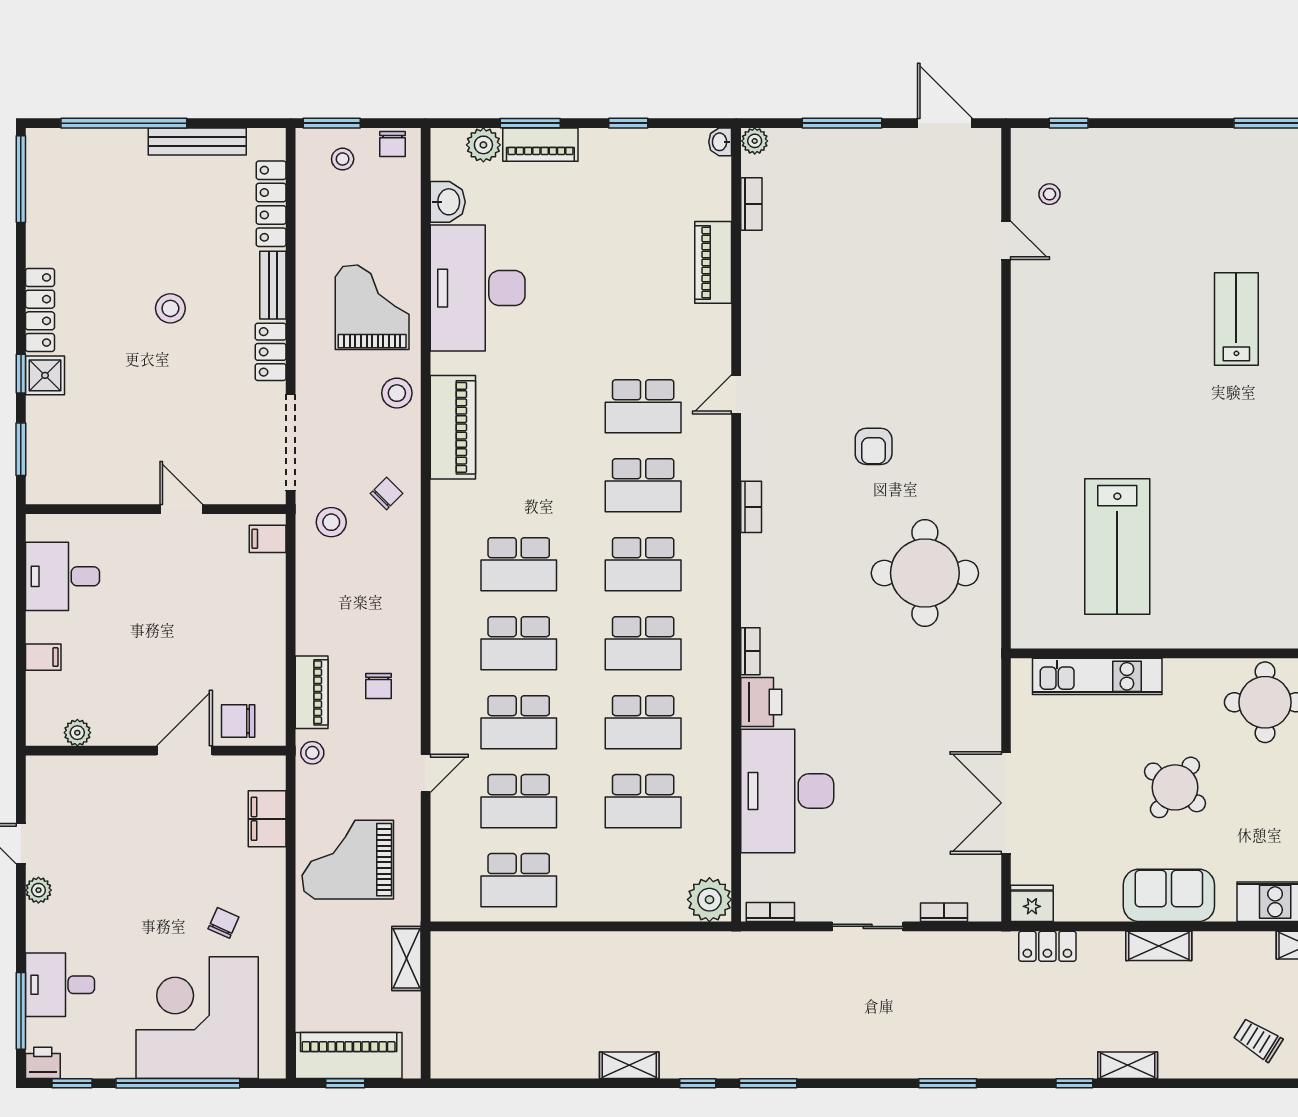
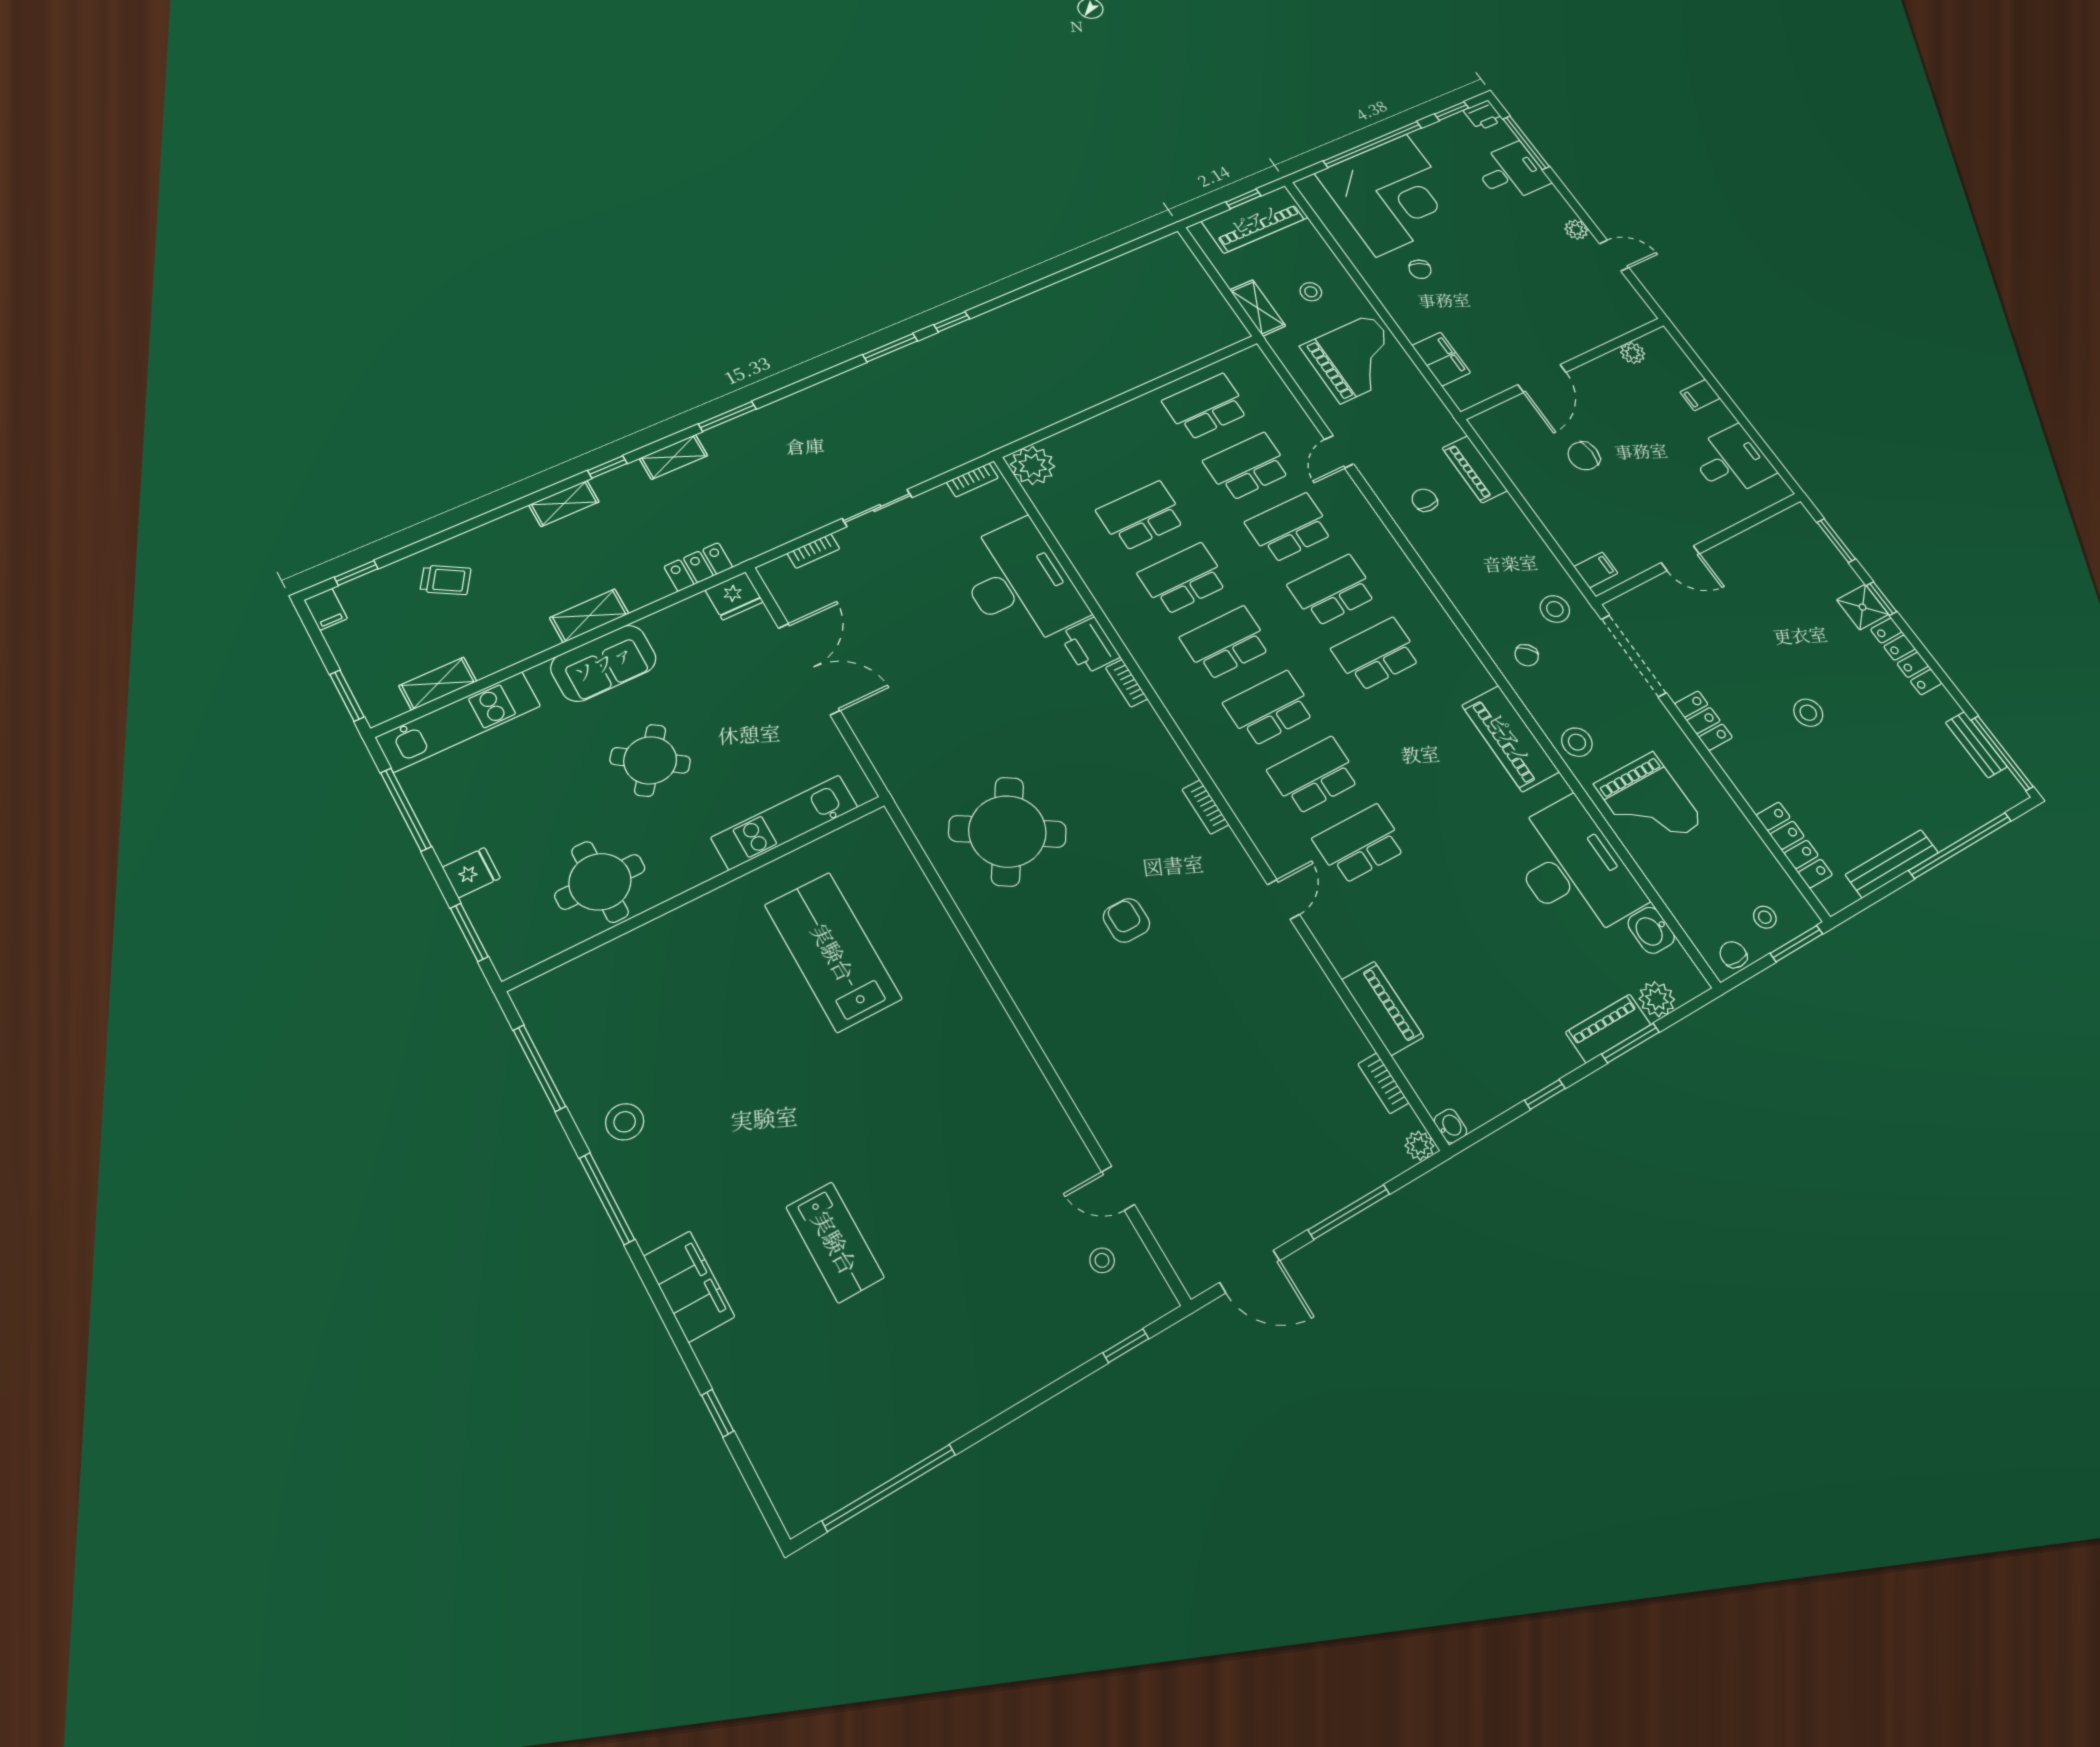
bench: (273, 285) -> (1976, 745), moved
round table: (925, 573) -> (1007, 831), turned 32
chair: (238, 721) -> (1584, 456), moved, turned 180
stool: (312, 753) -> (1311, 292), moved
shelving: (629, 1065) -> (674, 457), moved

